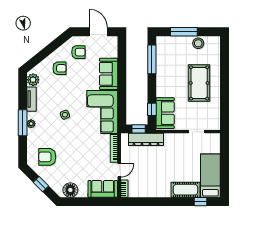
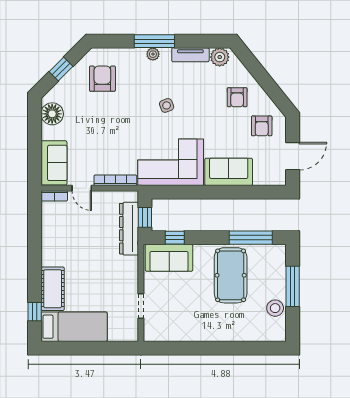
pool table: (199, 83) -> (231, 275), moved, turned 90

